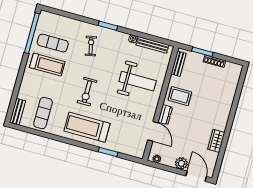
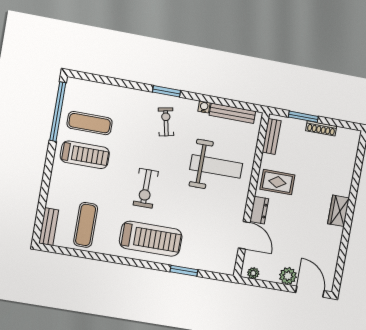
exercise bike: (91, 46) -> (166, 122), moved
treadmill: (87, 127) -> (151, 239), turned 180
wardrobe: (216, 141) -> (339, 211), moved

